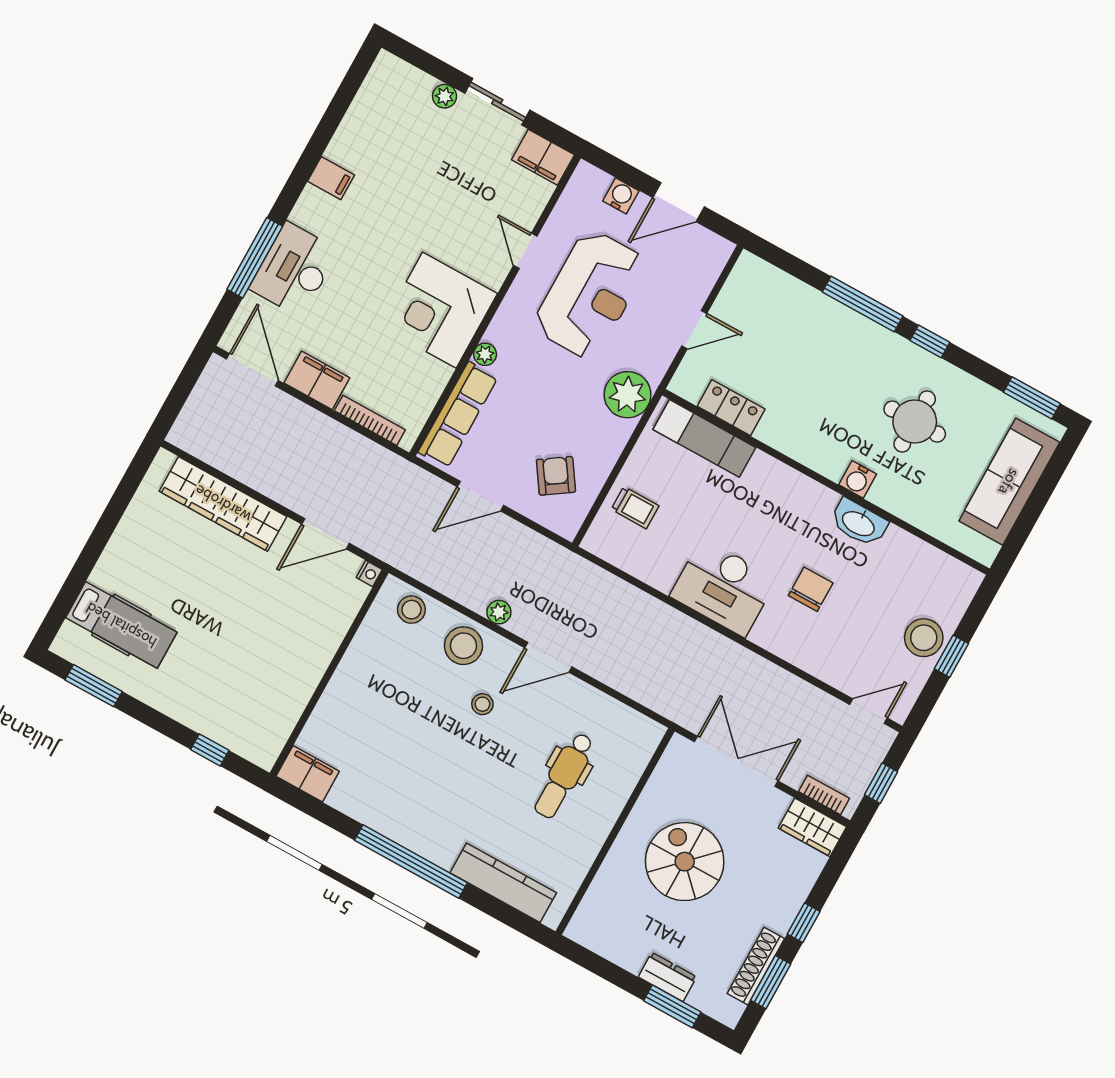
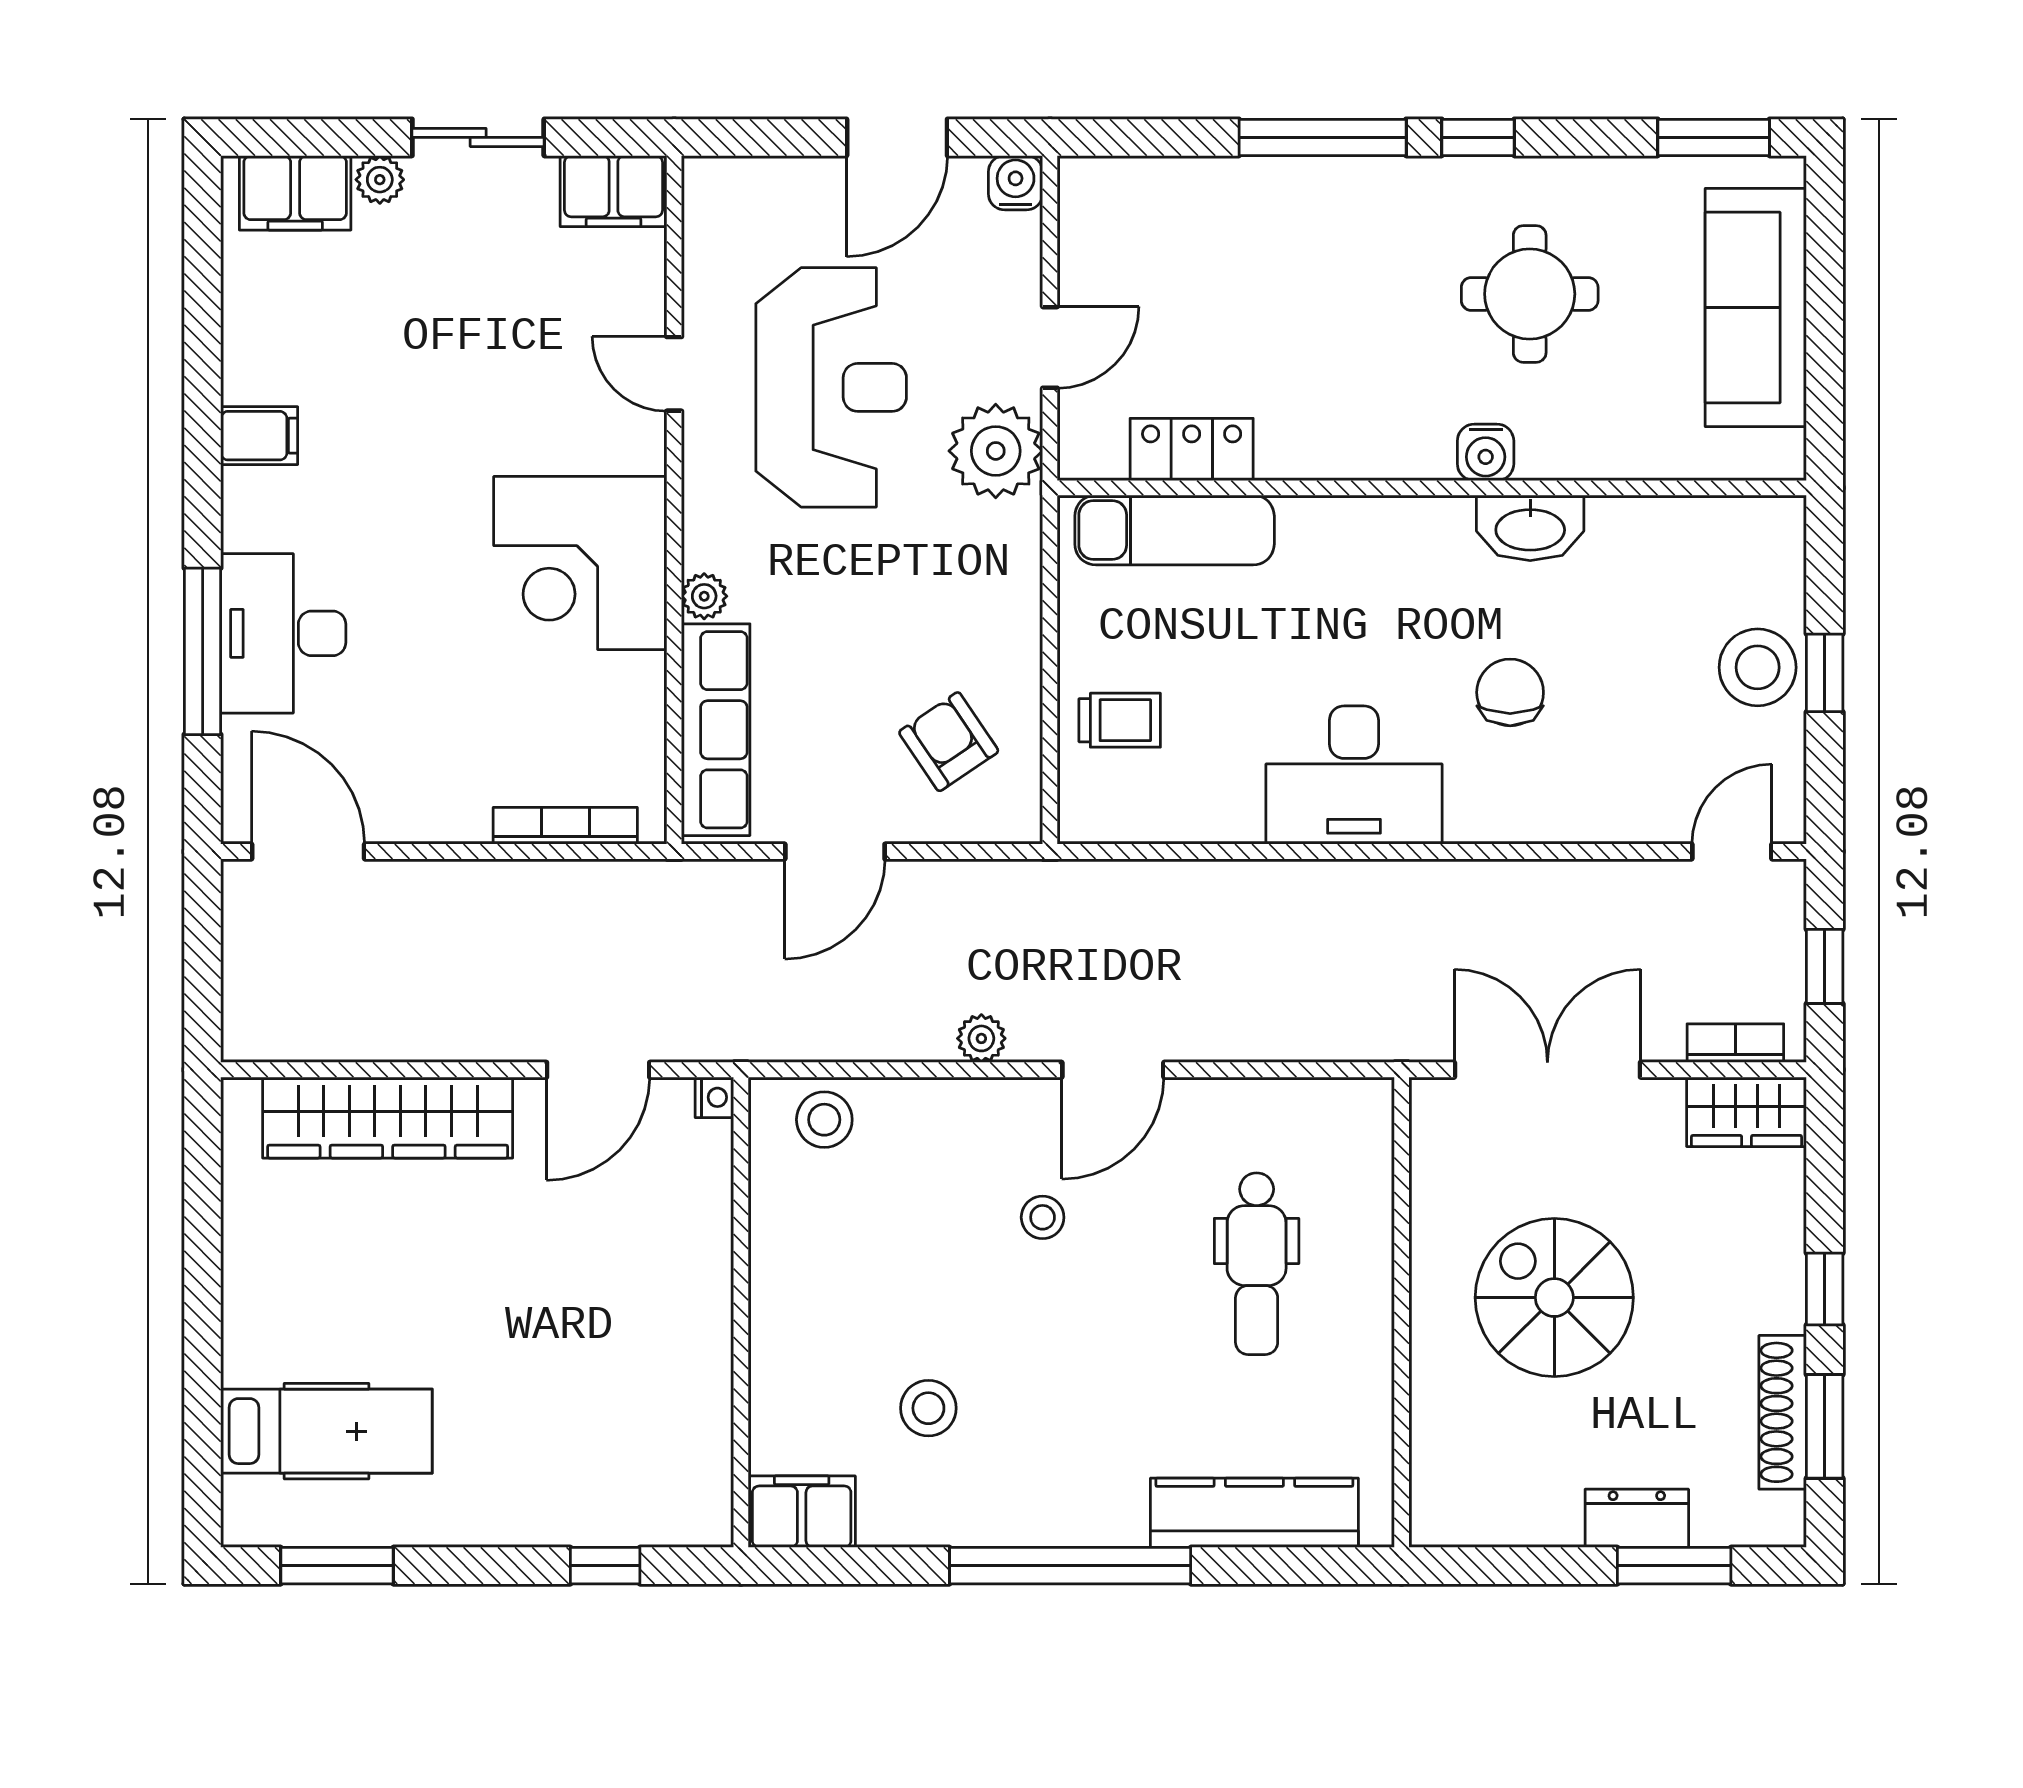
water cooler: (621, 196) -> (1016, 183), moved
filing cabinet: (317, 380) -> (295, 193), moved, turned 180
plant: (628, 395) -> (996, 451), moved
stool: (463, 646) -> (928, 1408), moved, width x0.73, depth x0.73

